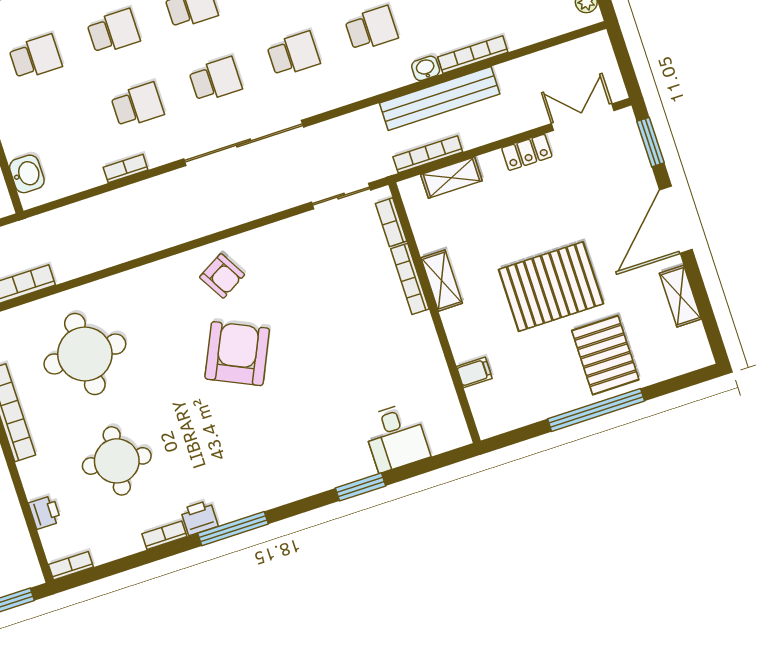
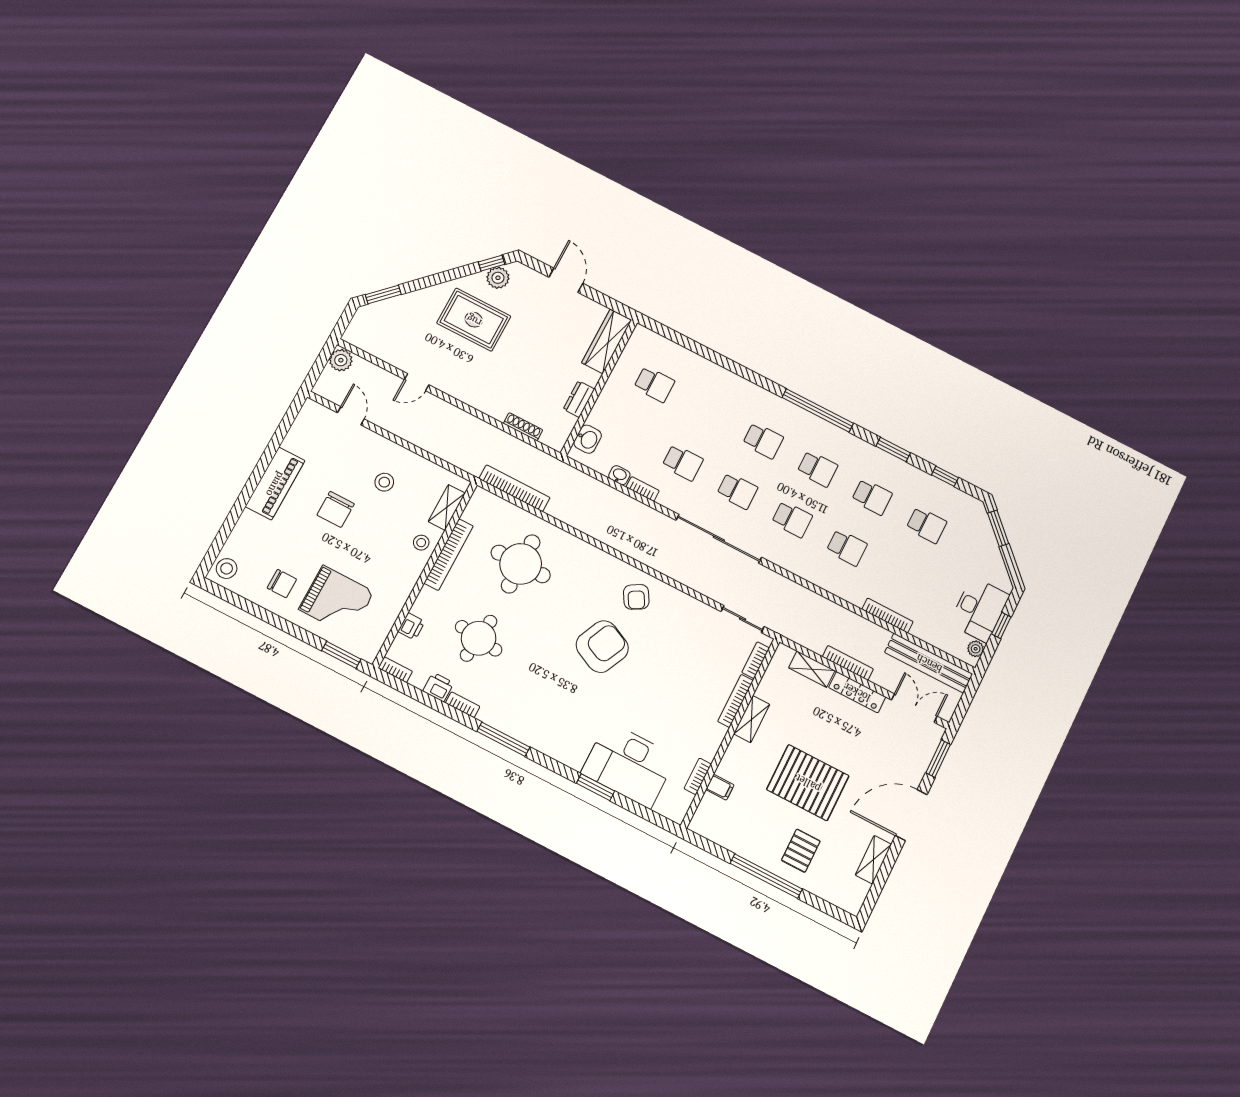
school desk: (113, 32) -> (709, 412), removed
washbasin: (426, 68) -> (619, 475), moved
bench: (440, 99) -> (929, 663), moved
locker: (527, 152) -> (857, 692), width x1.53
bookcase: (428, 154) -> (848, 663), moved
pallet: (605, 355) -> (801, 851), width x0.67, depth x0.71
bookcase: (444, 383) -> (698, 776), added
desk: (396, 437) -> (629, 765), width x1.87, depth x1.30
printer: (199, 518) -> (438, 687), moved

